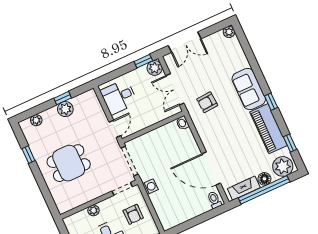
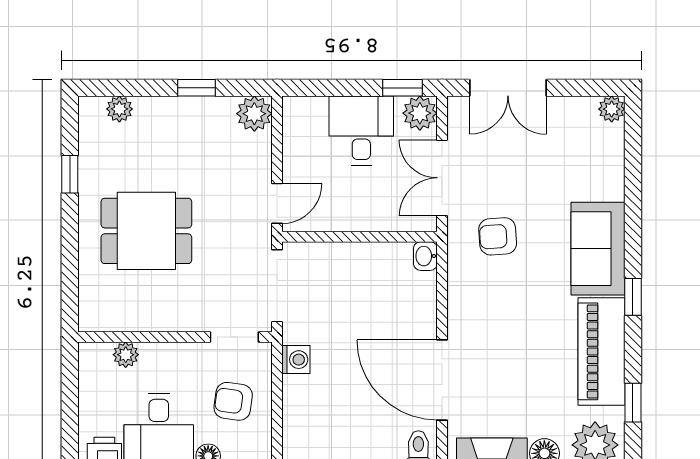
desk: (119, 97) -> (361, 131), moved, turned 90
plant: (65, 109) -> (254, 114), moved
plant: (93, 210) -> (126, 355), moved
armchair: (133, 214) -> (233, 401), turned 98

